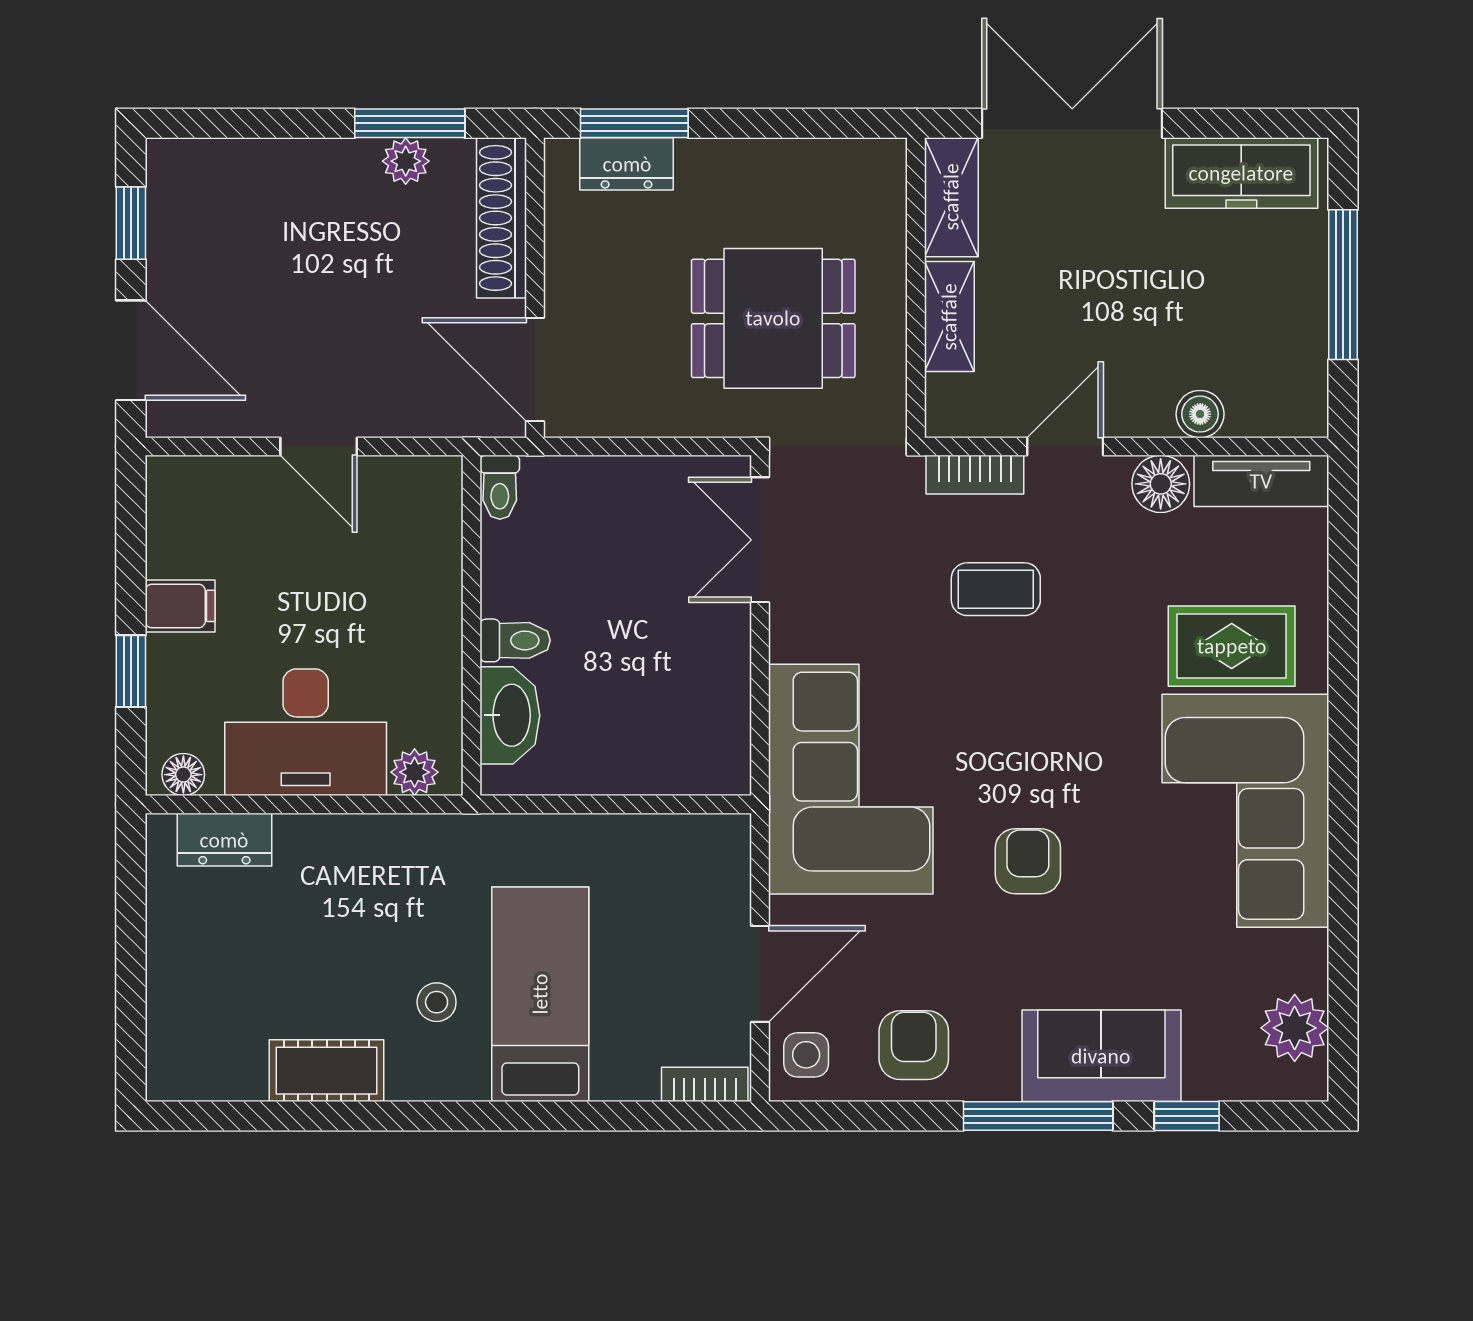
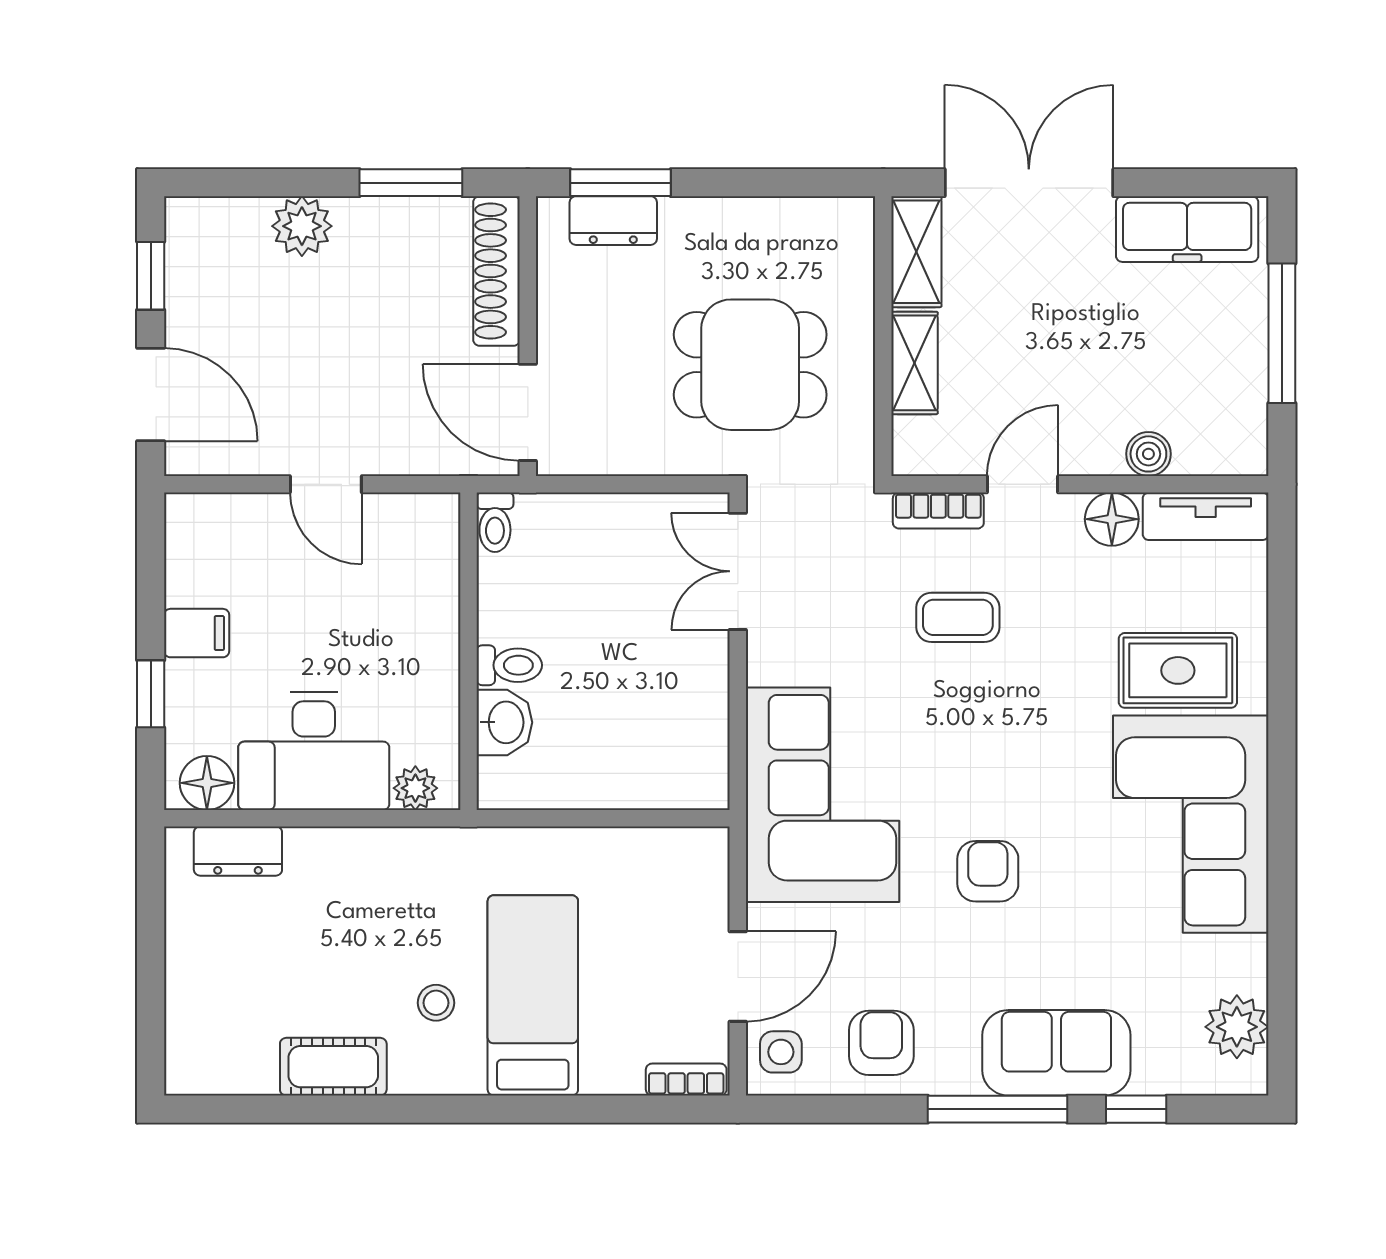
plant: (406, 161) -> (302, 226), moved, width x1.38, depth x1.38
washbasin: (510, 715) -> (504, 722), width x0.72
floor lamp: (183, 775) -> (207, 783), width x1.37, depth x1.37

